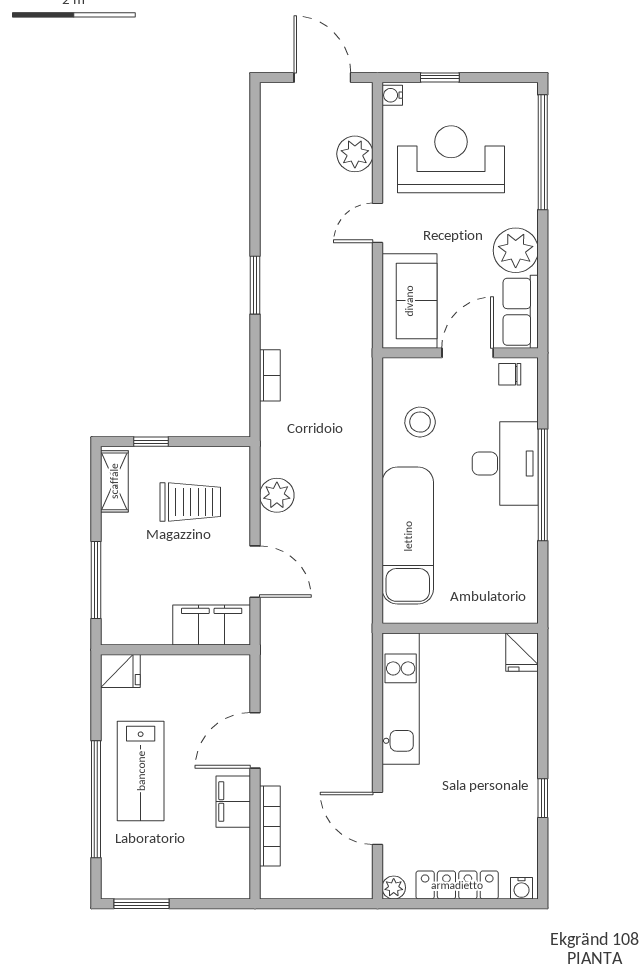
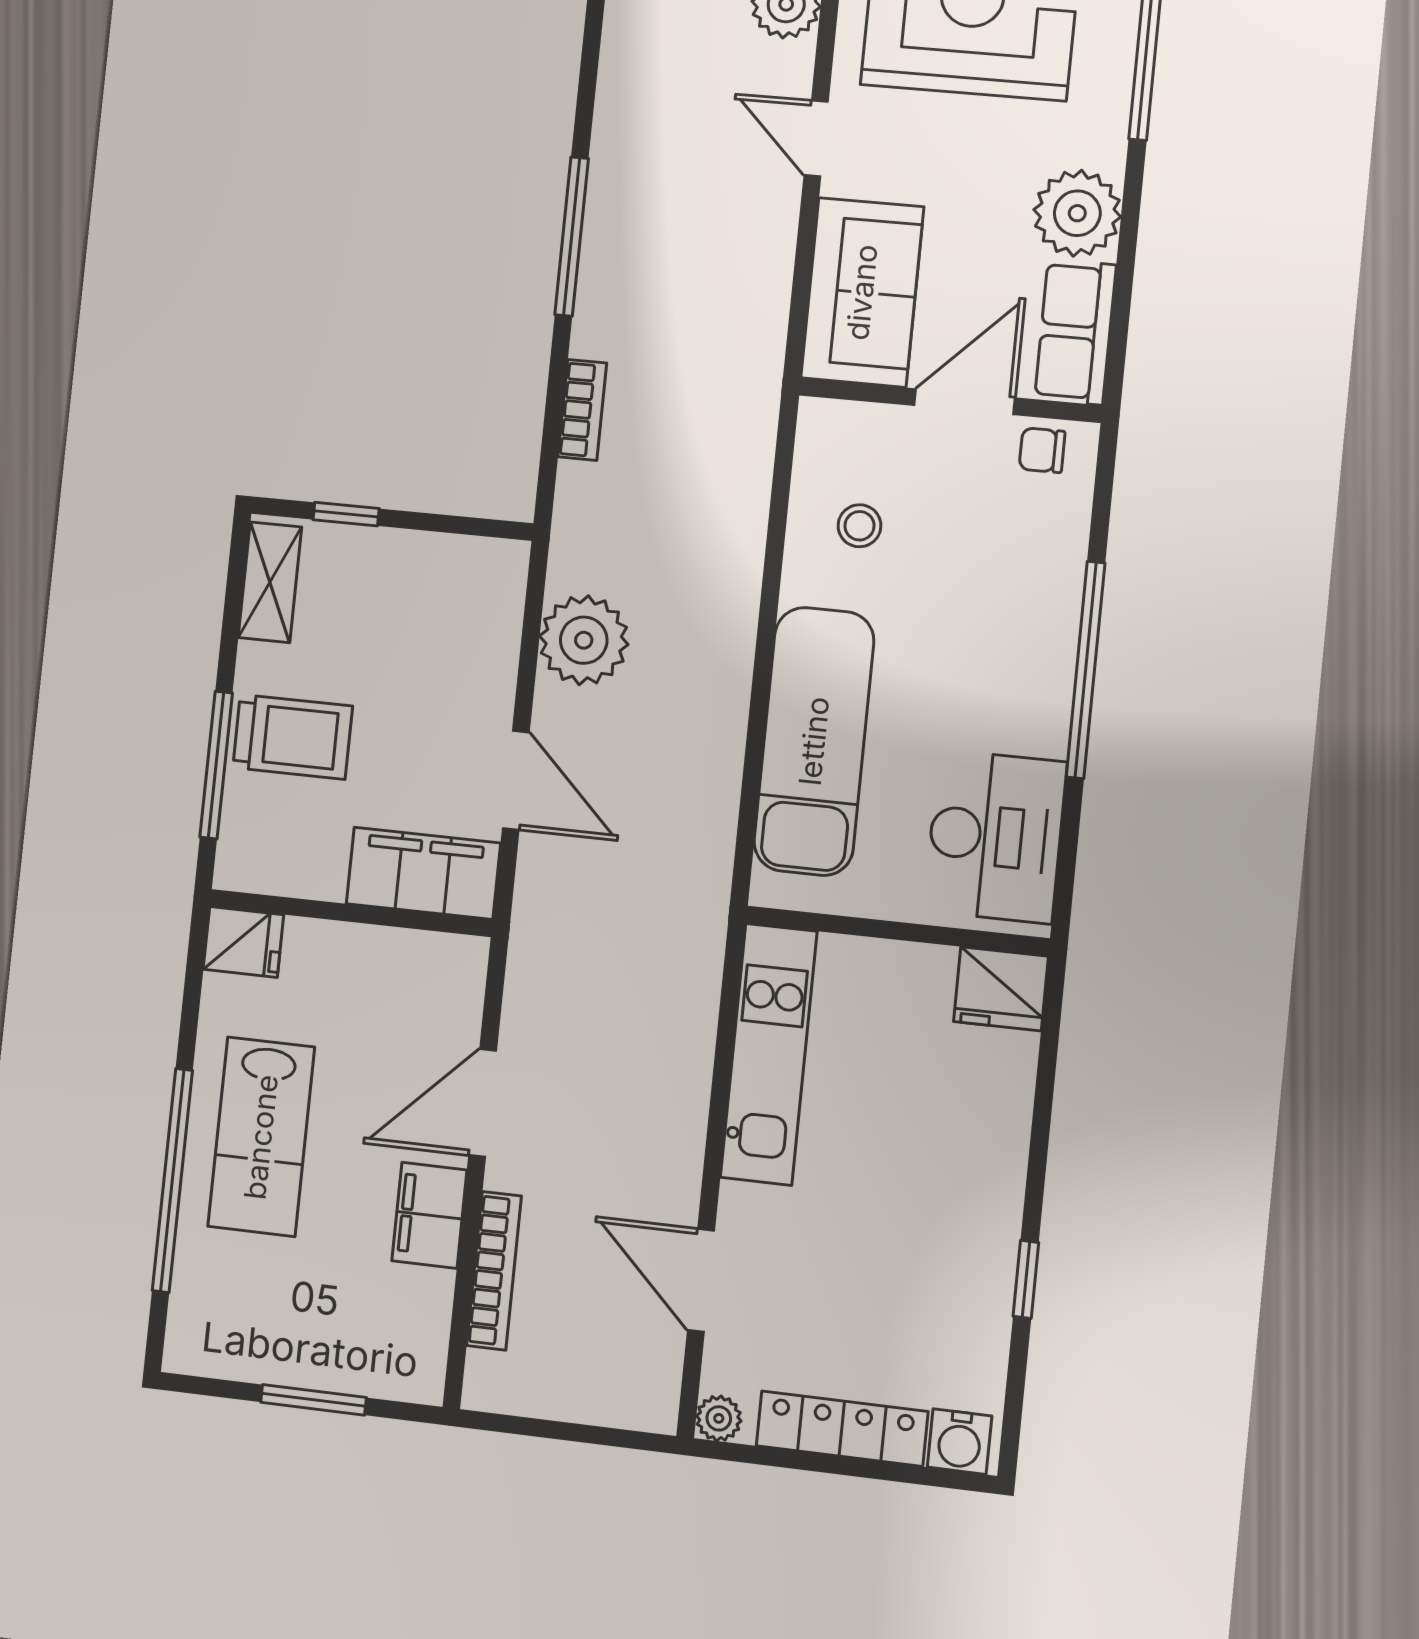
door: (377, 223) -> (816, 138), hinge flipped
window: (255, 285) -> (572, 237), width x1.44
stool: (420, 422) -> (859, 526), width x0.73, depth x0.73
desk: (505, 464) -> (995, 836), moved
plant: (277, 495) -> (584, 640), width x1.36, depth x1.36
trolley: (190, 502) -> (293, 737), moved
fridge: (522, 652) -> (1001, 989), width x1.38
water cooler: (522, 888) -> (960, 1442), width x1.38, depth x1.38
window: (142, 904) -> (314, 1400), moved

